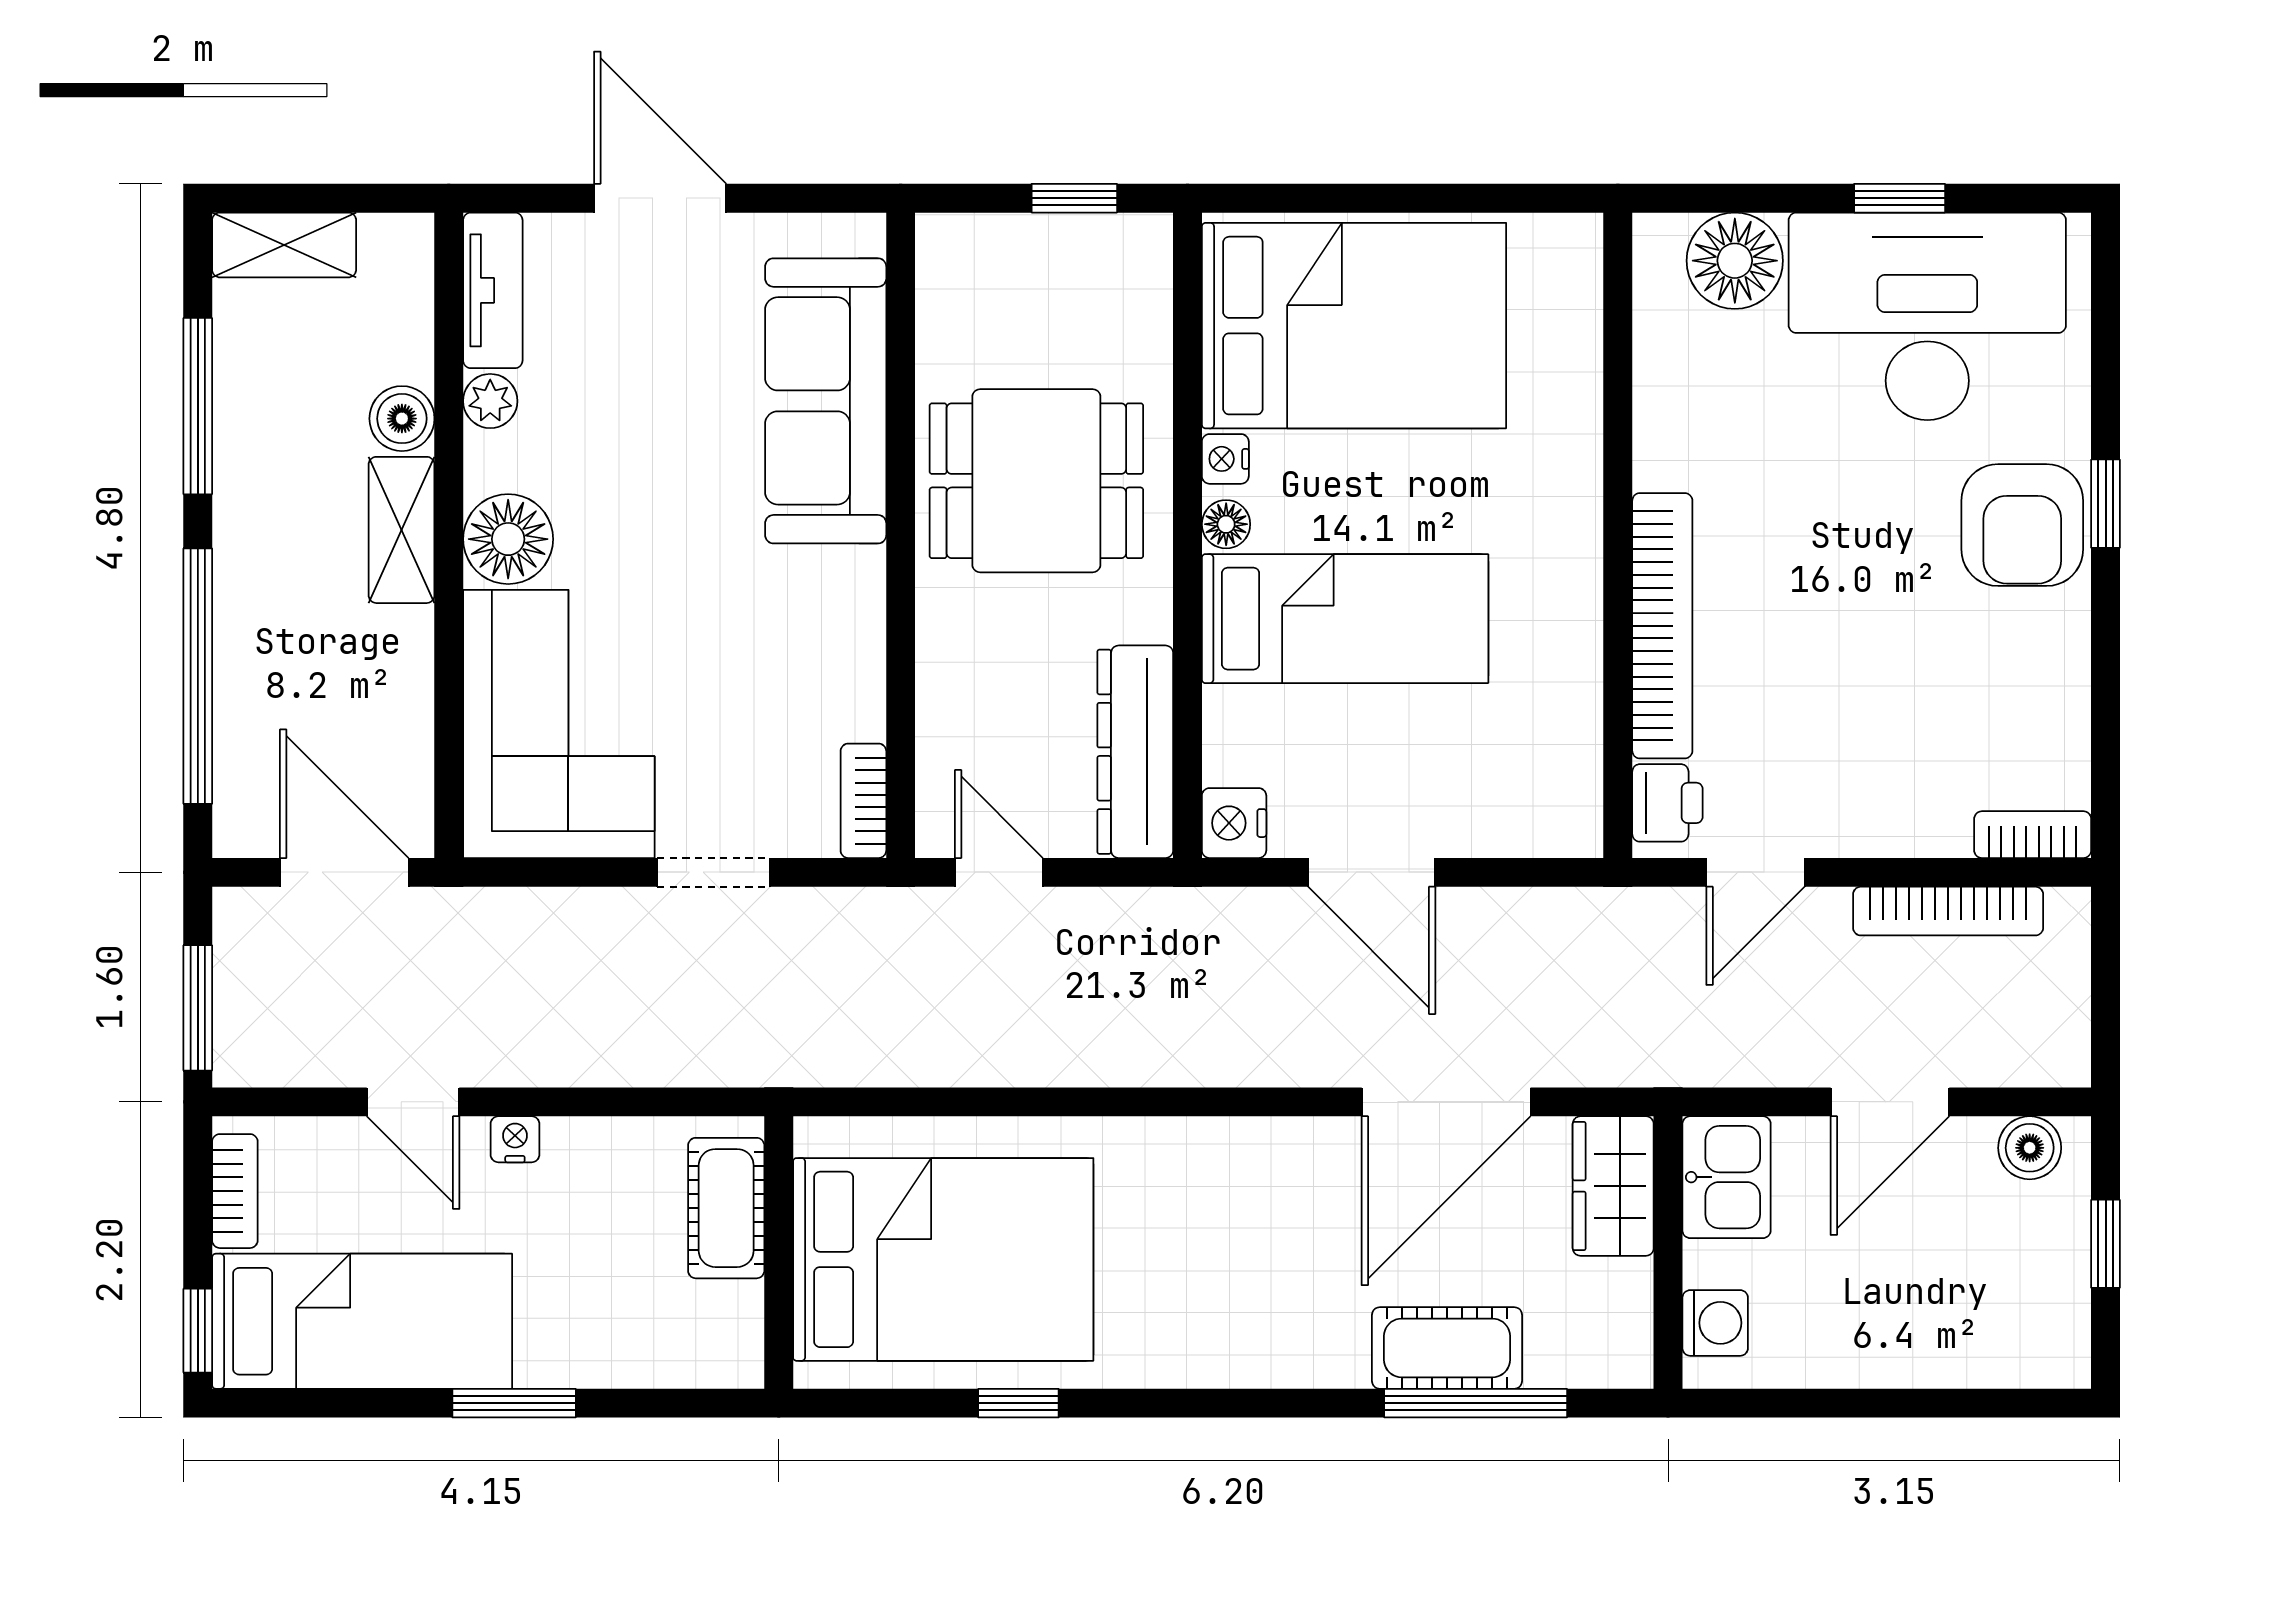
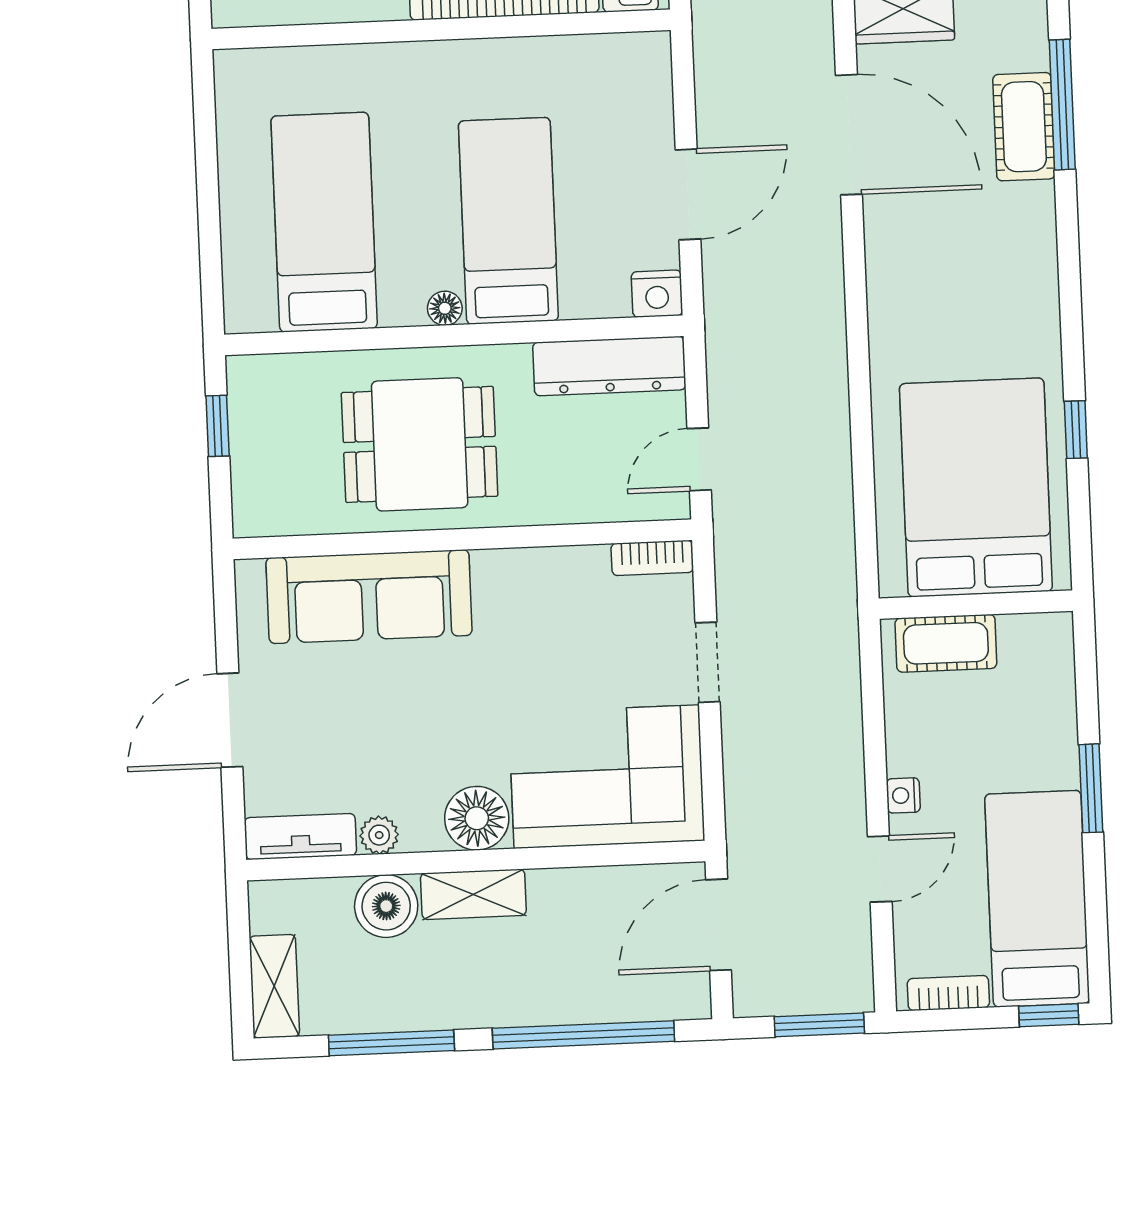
bed: (1354, 326) -> (324, 222), width x0.67
boiler: (402, 419) -> (386, 906), width x1.36, depth x1.36
nightstand: (1225, 459) -> (398, 311), removed
dining table: (1036, 481) -> (420, 444), turned 90

